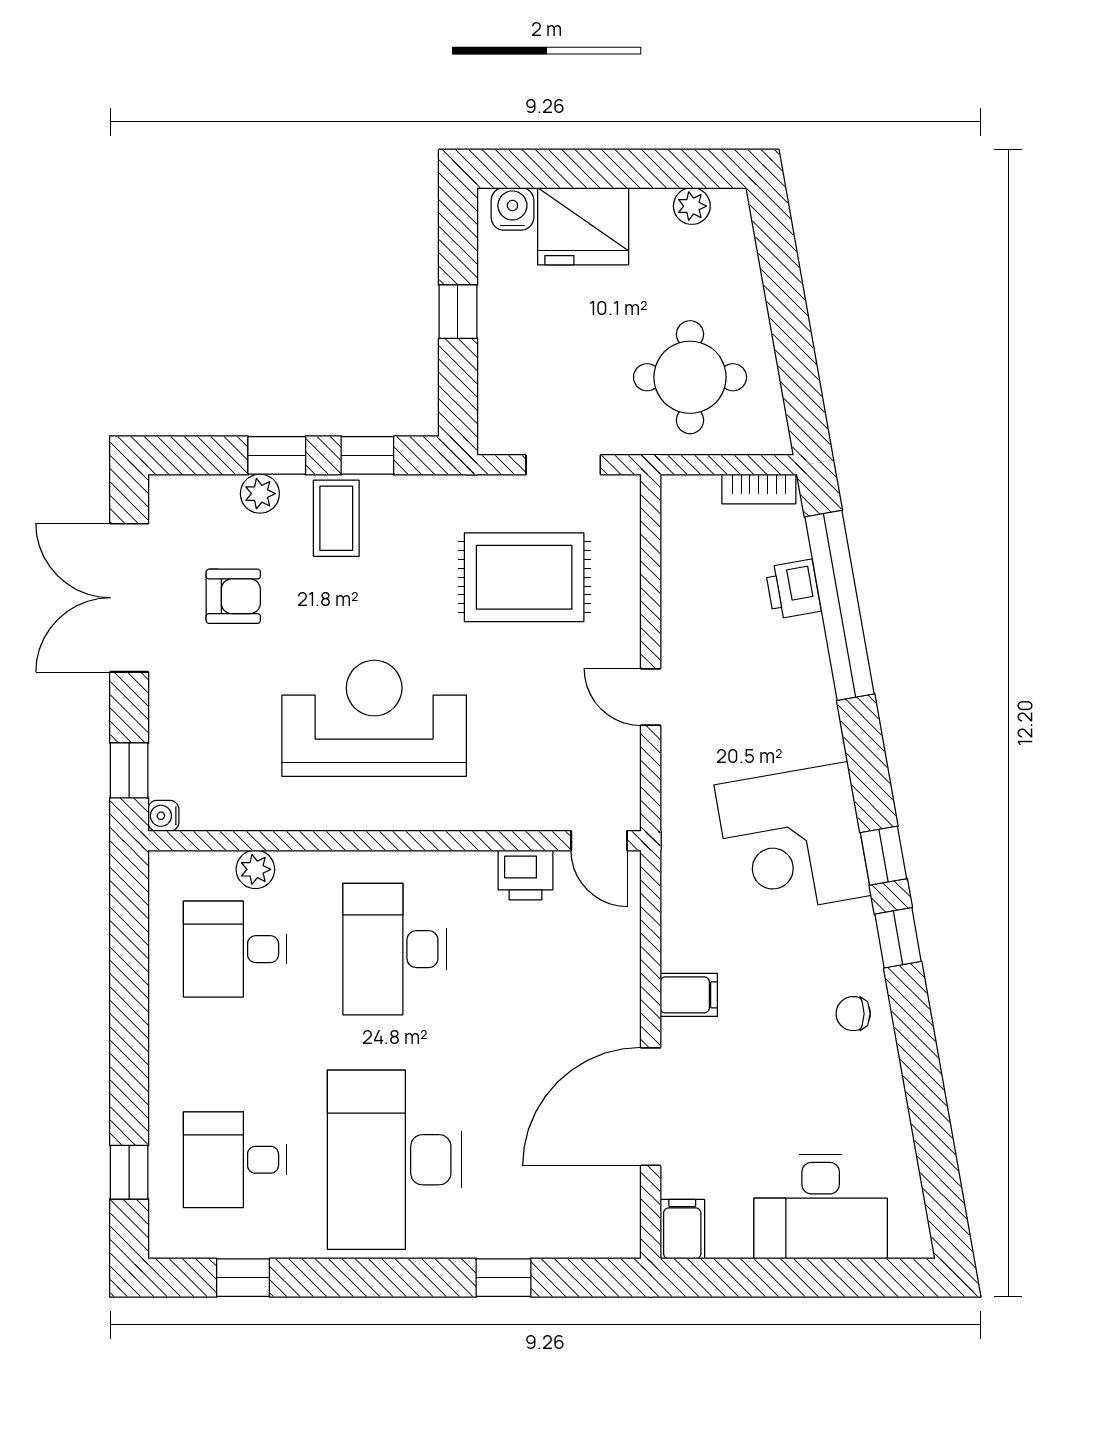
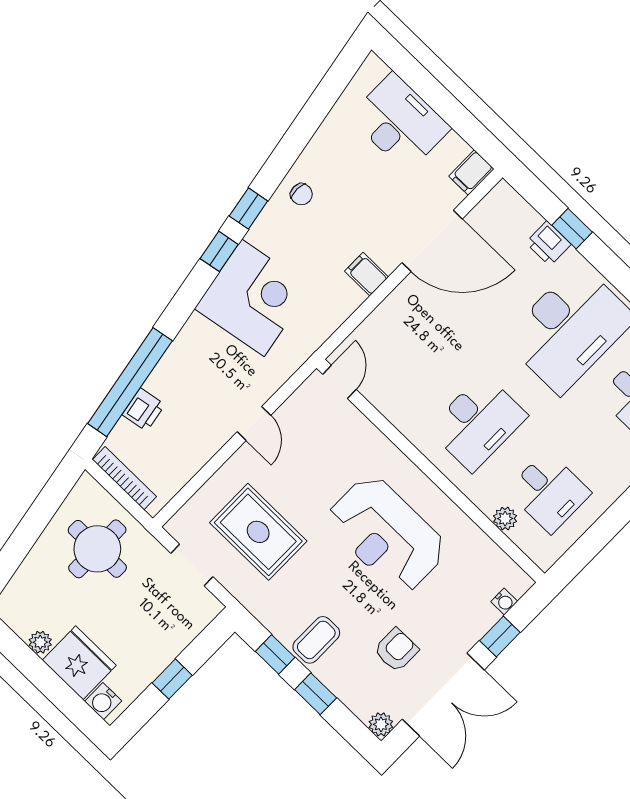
plant: (692, 206) -> (40, 642), moved
bookcase: (759, 489) -> (124, 478), width x1.56
plant: (260, 494) -> (381, 724), moved
armchair: (233, 596) -> (396, 650), turned 90
window: (129, 770) -> (500, 637), moved
water cooler: (163, 816) -> (504, 602), moved
printer: (525, 875) -> (548, 243), moved, turned 180

